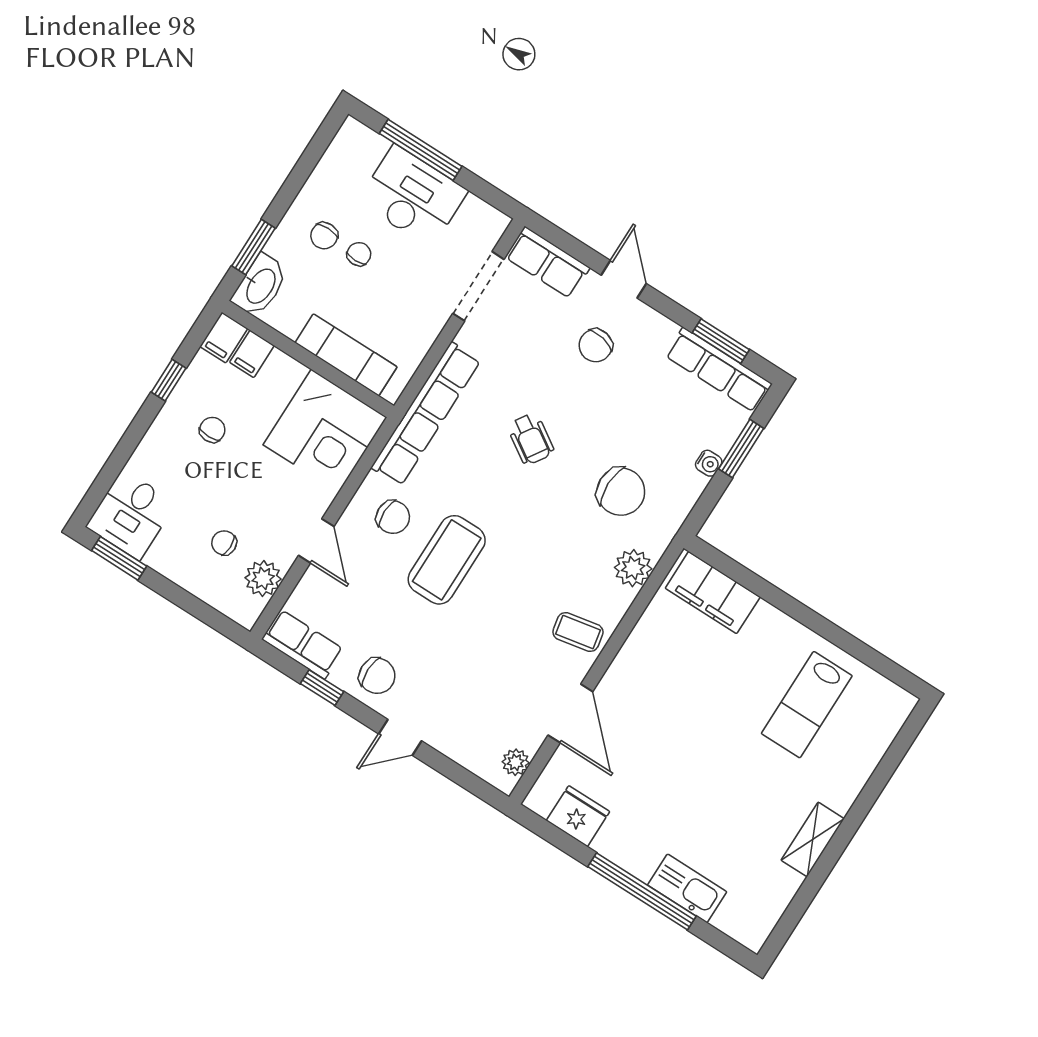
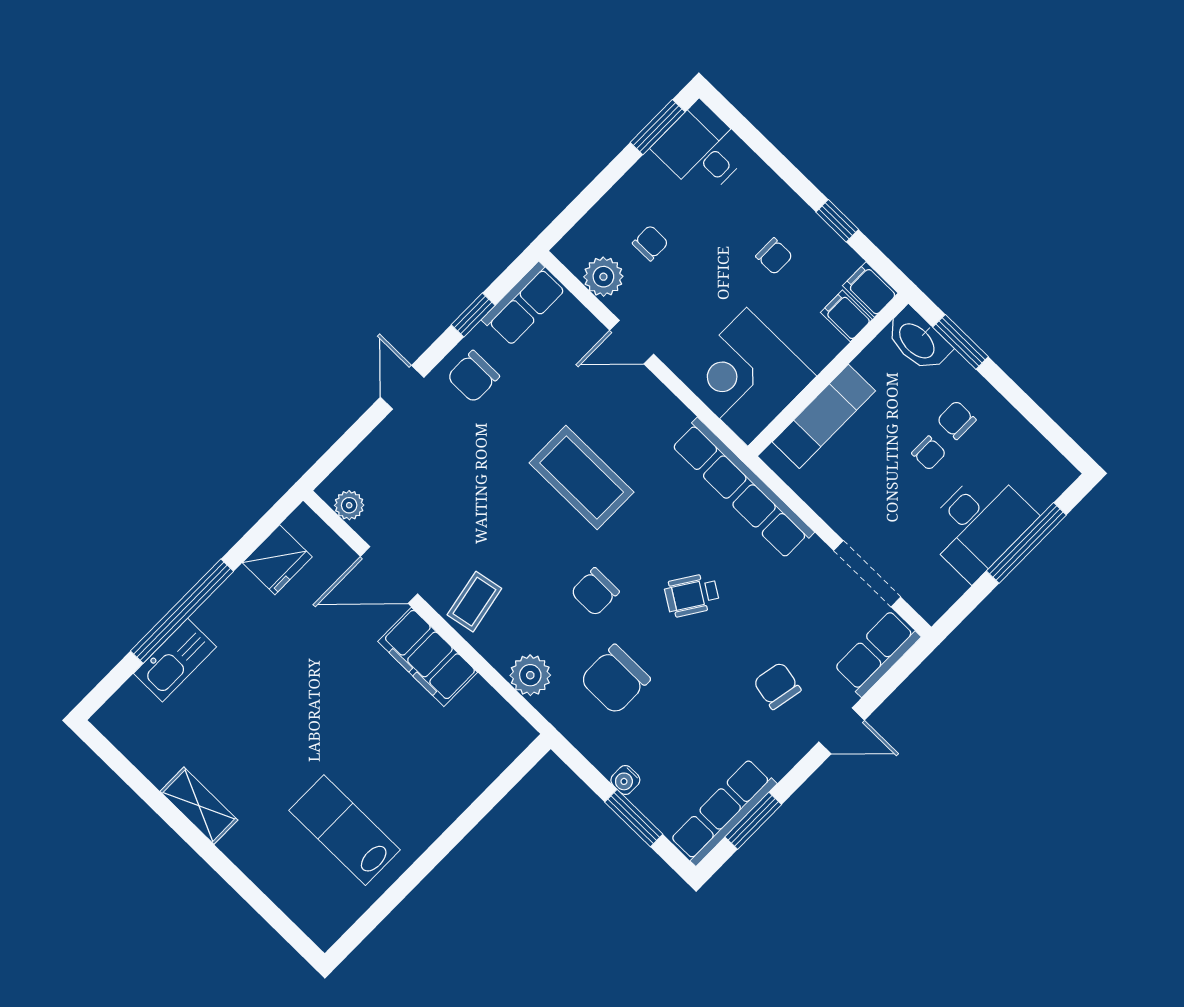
chair: (393, 517) -> (595, 592), moved
filing cabinet: (713, 593) -> (428, 657), moved, turned -90

